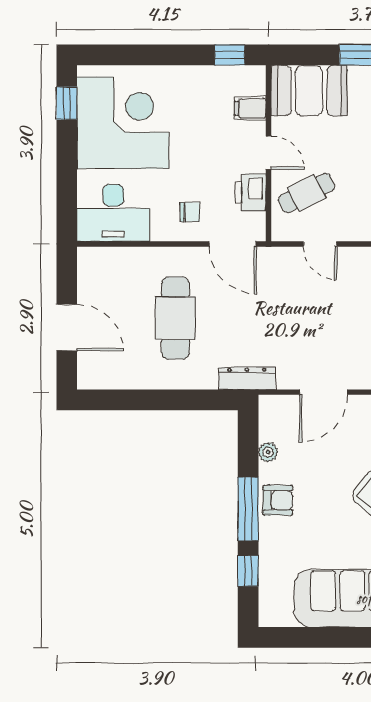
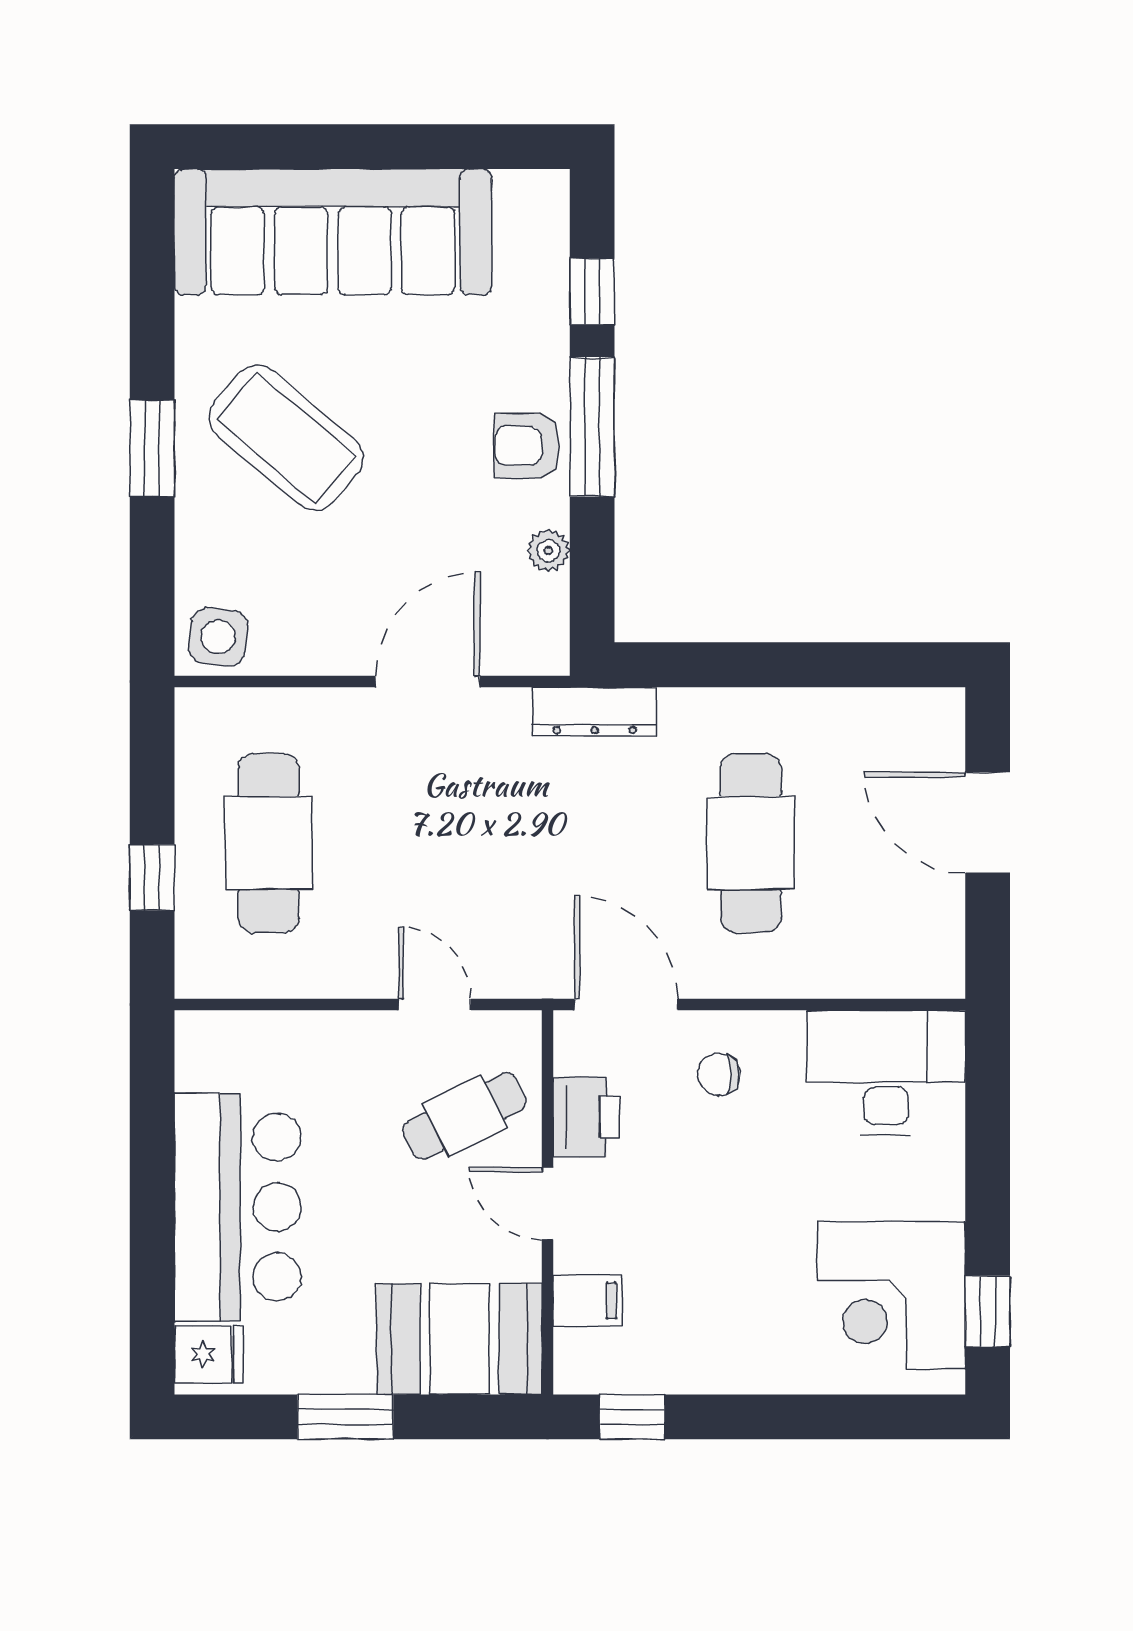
corner desk: (123, 123) -> (892, 1295), width x0.74, depth x0.74

